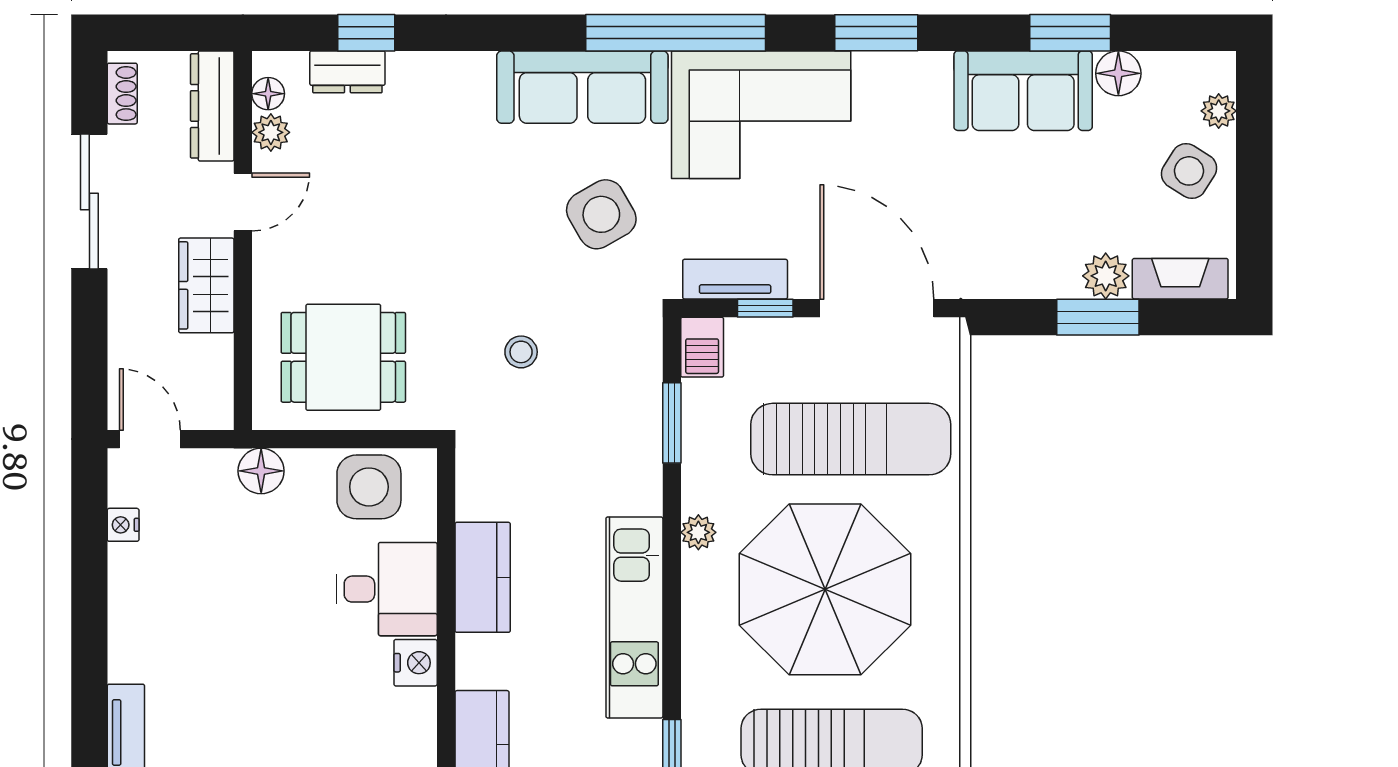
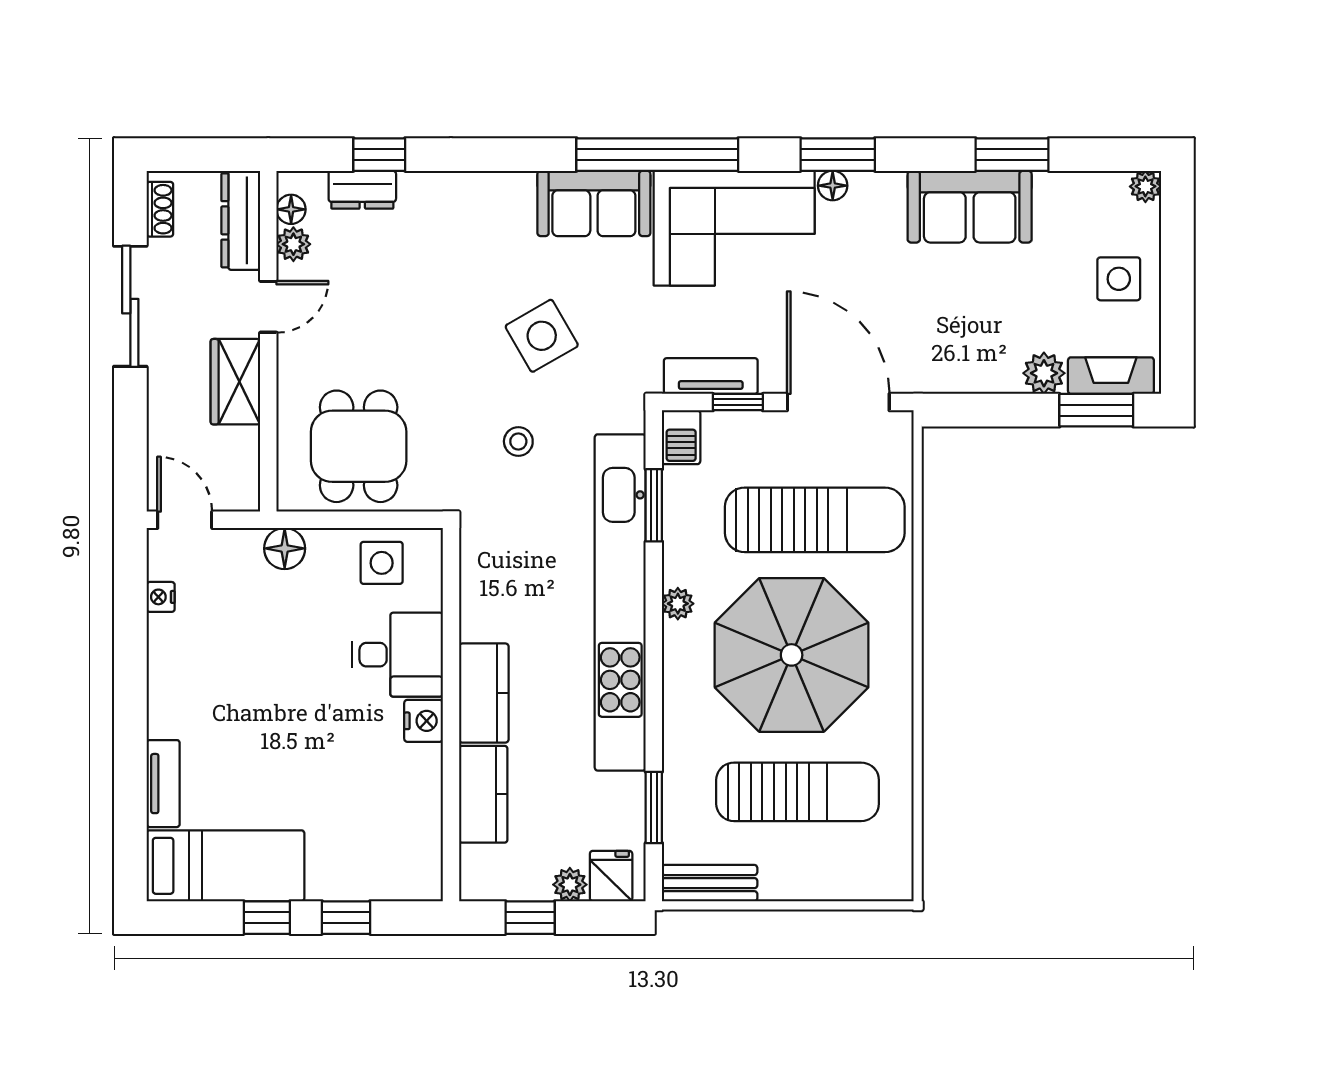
floor lamp: (1118, 73) -> (833, 186), moved, width x0.73, depth x0.73
sofa: (582, 87) -> (594, 203), width x0.73
plant: (1219, 111) -> (1145, 186), moved
side table: (1189, 171) -> (1119, 279), turned -32
side table: (601, 214) -> (542, 336), moved
window: (1098, 317) -> (1096, 410), moved
dining table: (343, 357) -> (359, 446), turned 90
side table: (369, 487) -> (382, 563), width x0.73, depth x0.73
kitchen counter: (483, 577) -> (484, 693), moved
kitchen unit: (634, 617) -> (620, 602), width x1.86

